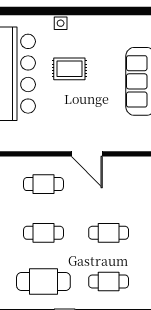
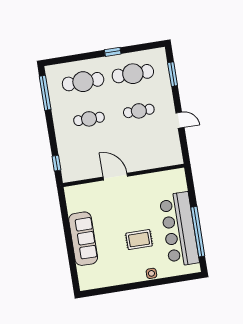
cafe table: (43, 184) -> (145, 148), removed
cafe table: (109, 281) -> (83, 82), width x1.37, depth x1.35

